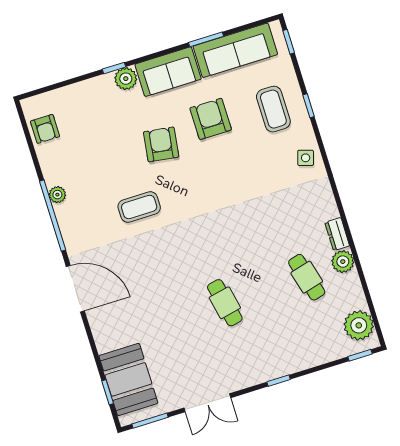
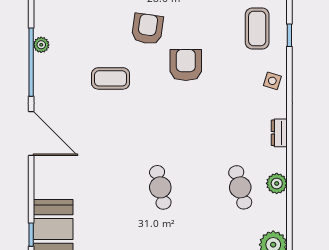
armchair: (211, 119) -> (186, 65), moved
dresser: (337, 234) -> (279, 133), moved

